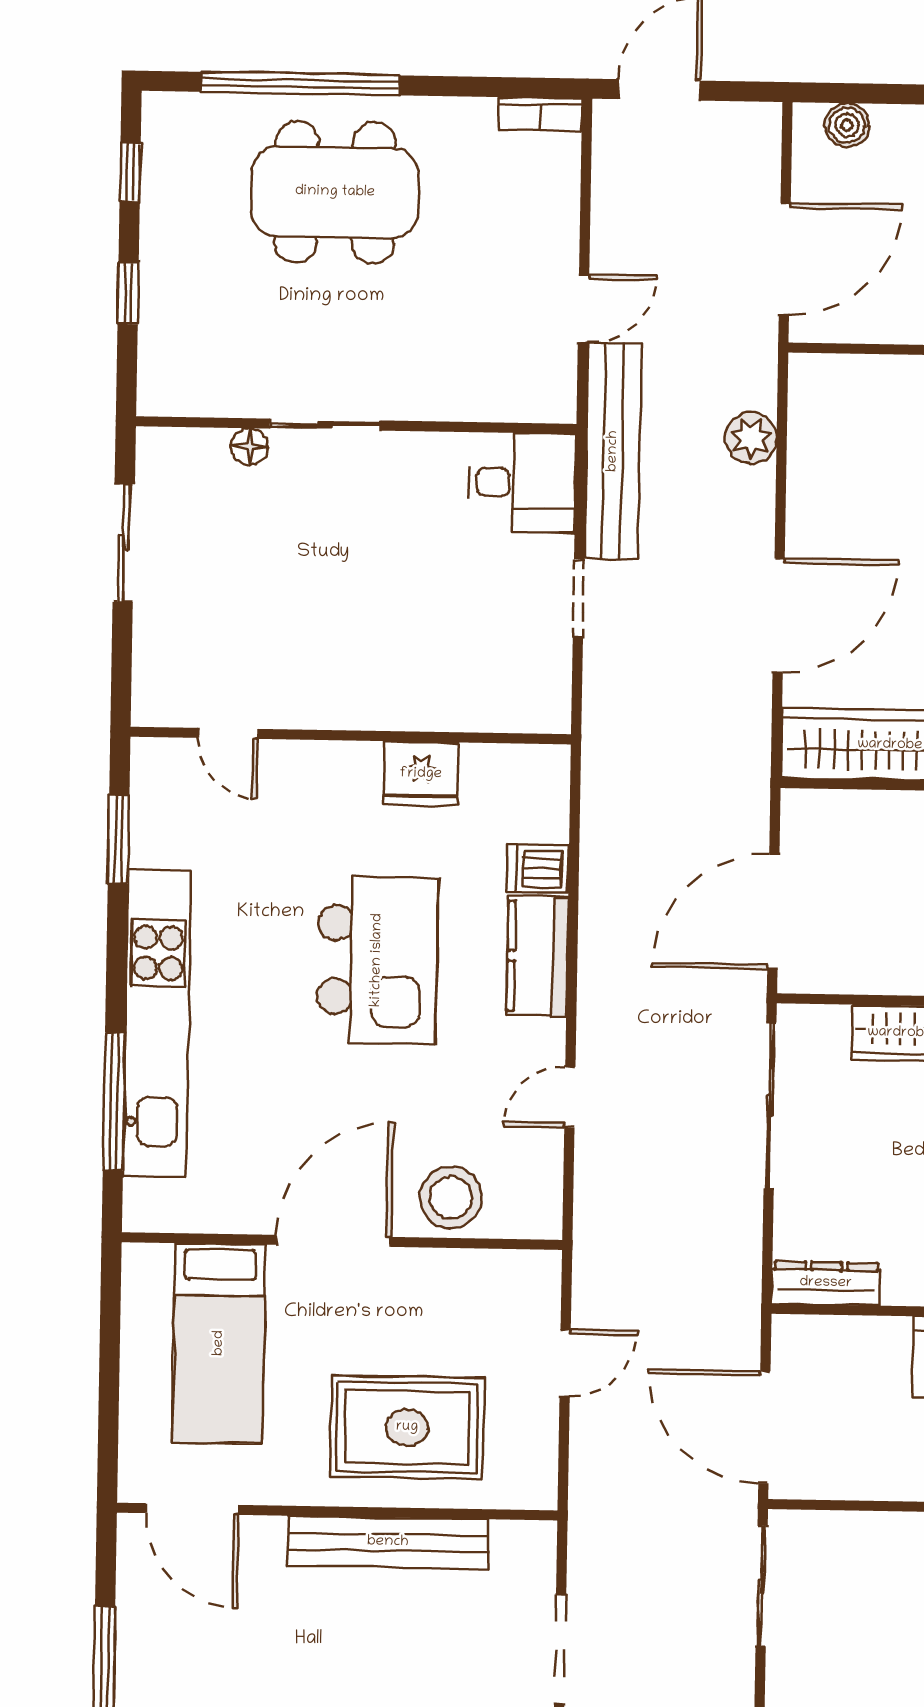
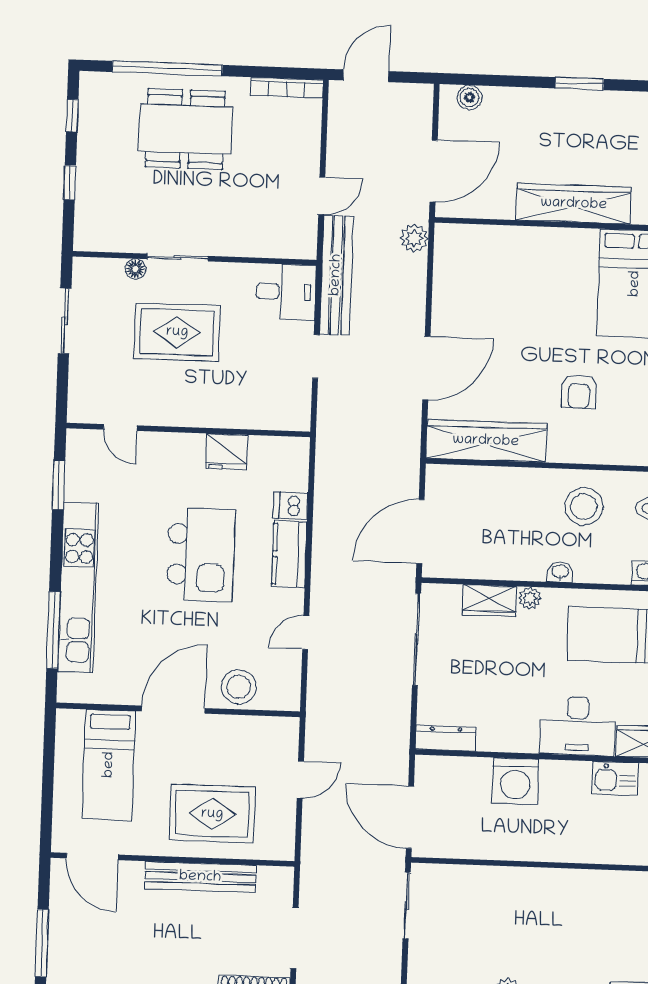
bookcase: (540, 114) -> (287, 88), width x1.56
plant: (751, 438) -> (414, 238), moved
rug: (327, 559) -> (177, 332), added

